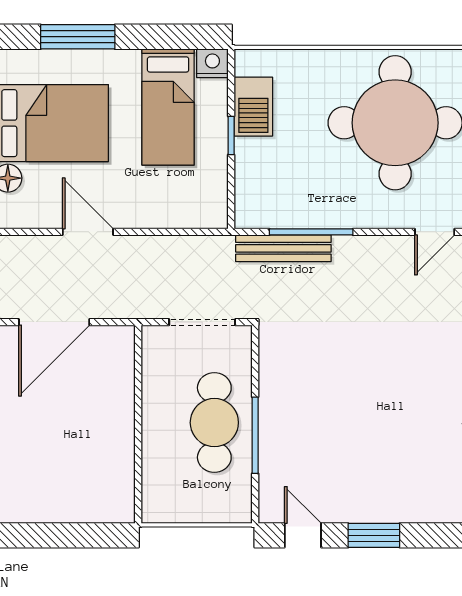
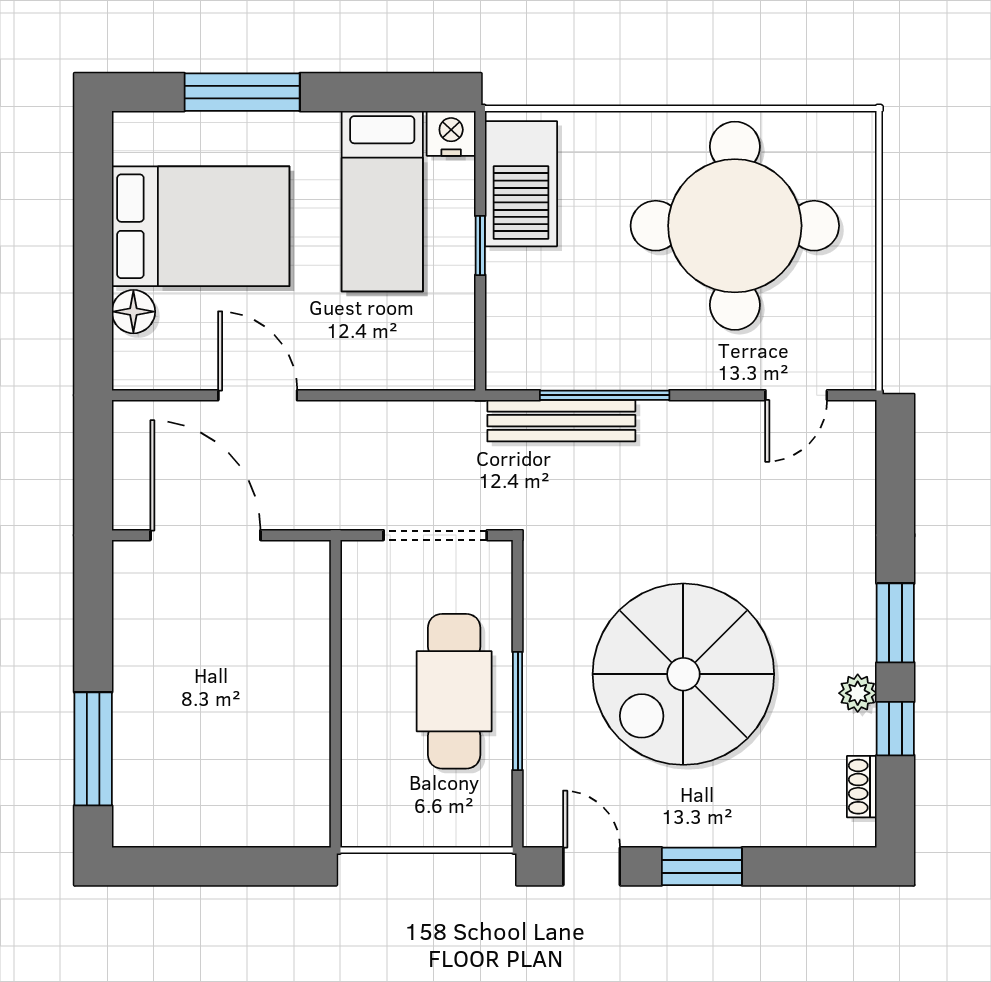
barbecue: (253, 107) -> (521, 184), width x1.37, depth x1.21
door: (54, 322) -> (205, 535), swing flipped
spiral stairs: (362, 412) -> (683, 674), added

